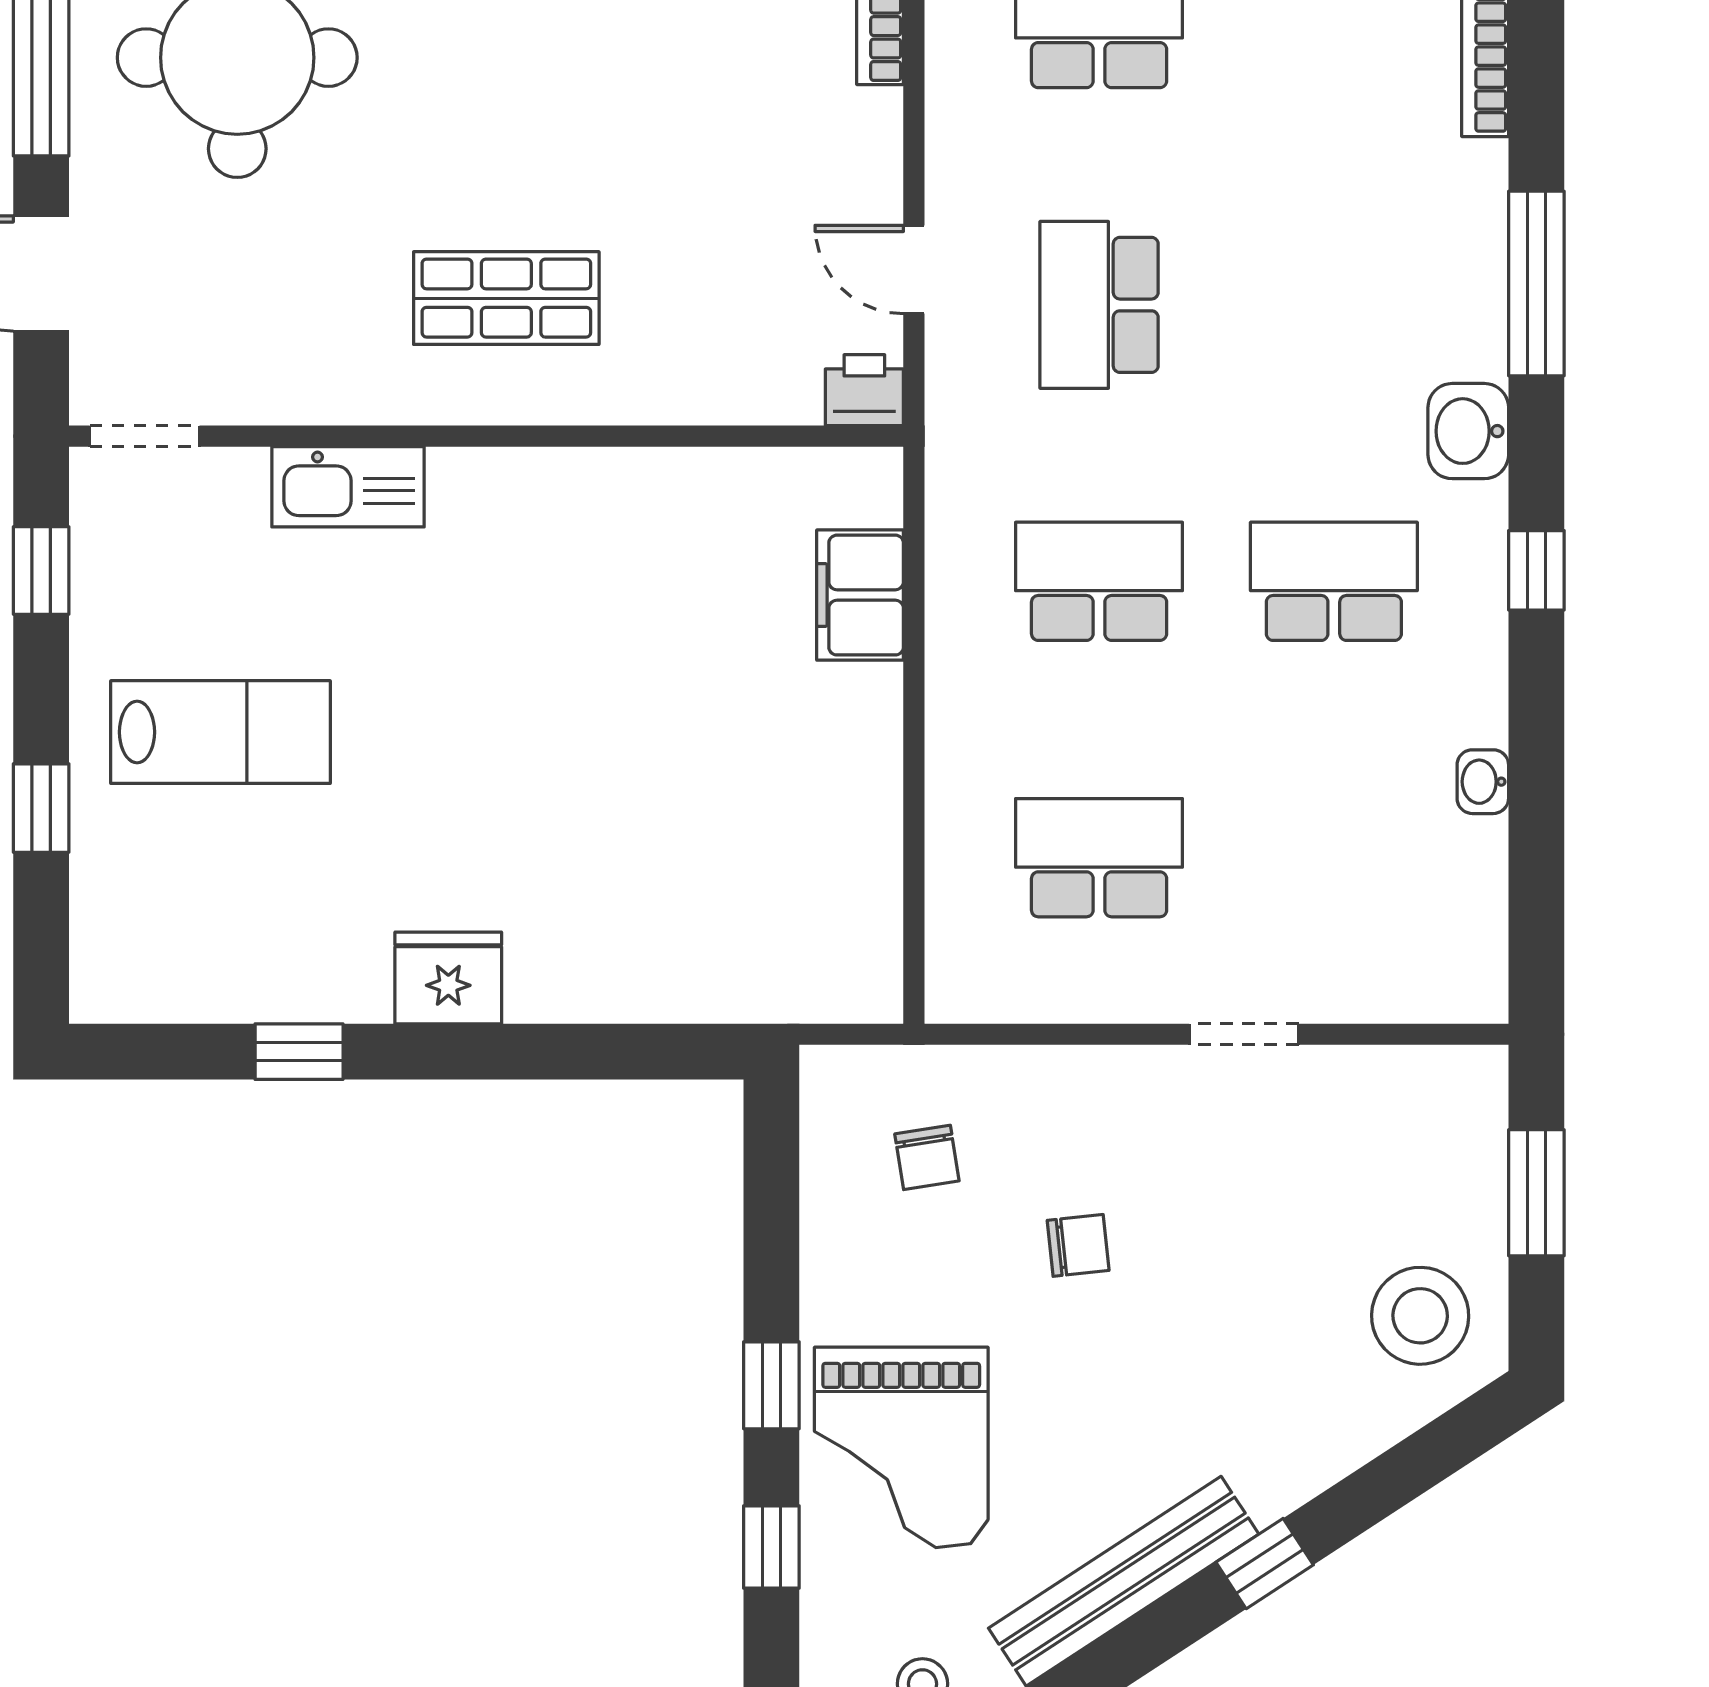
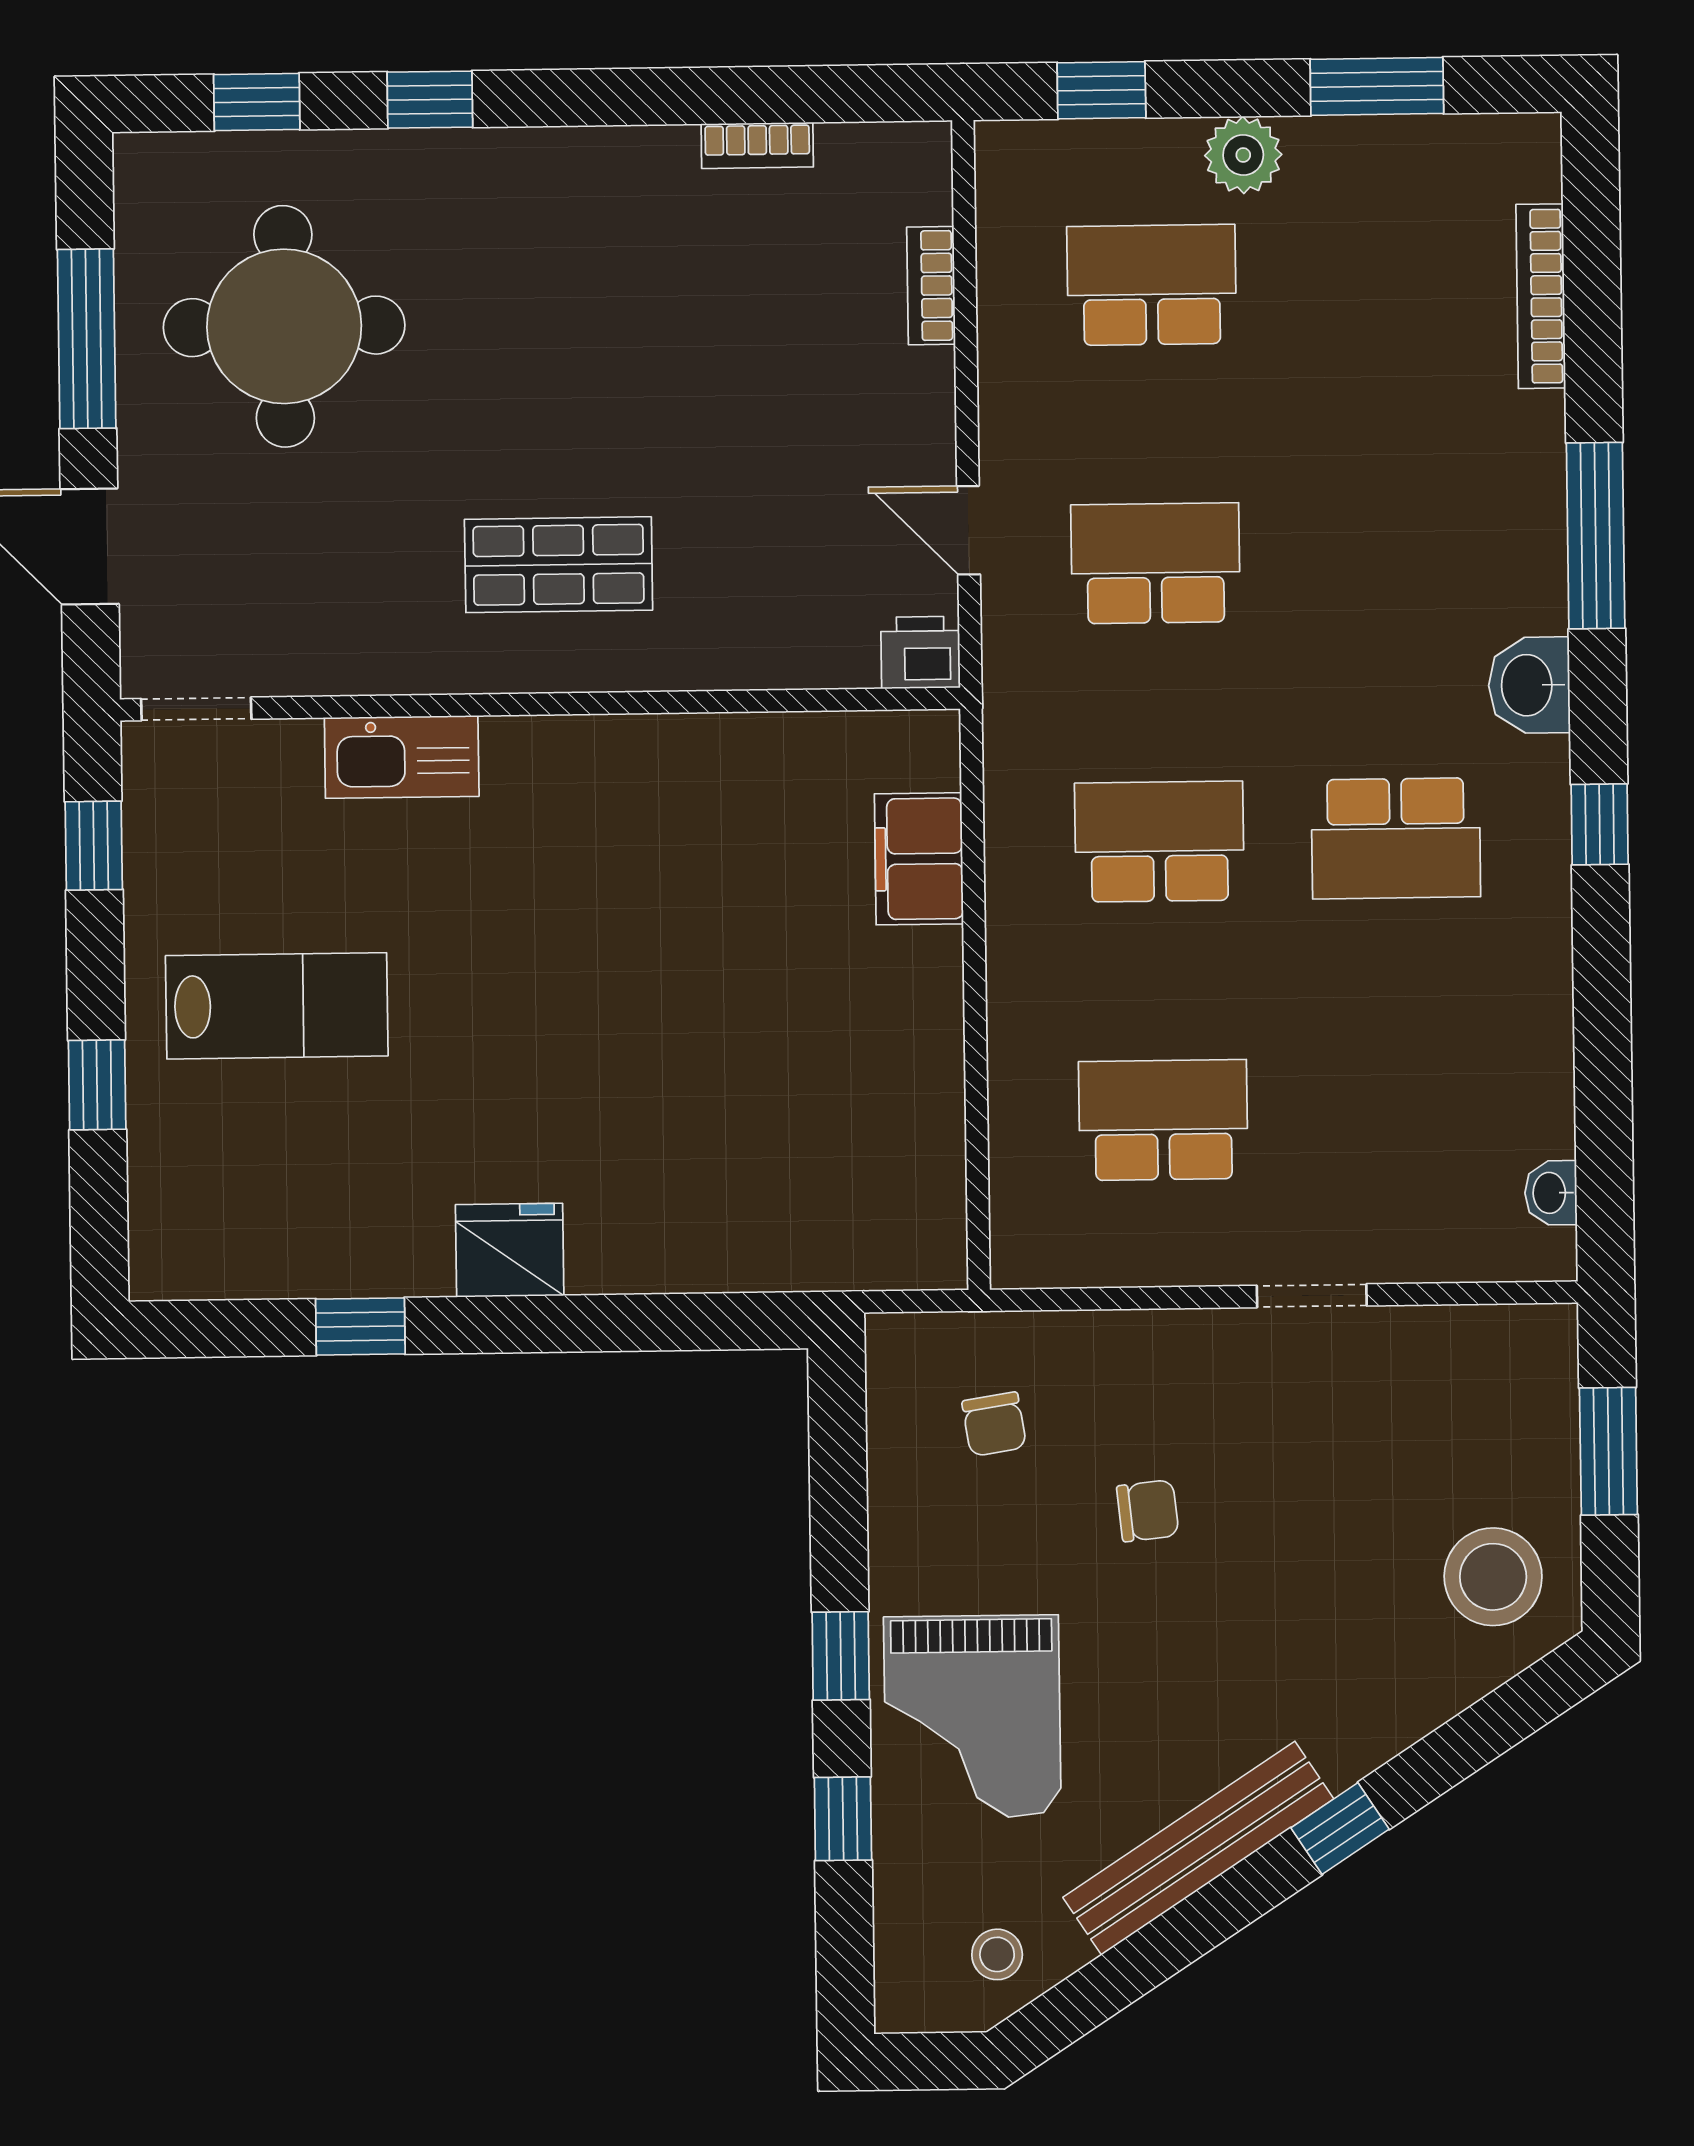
school desk: (1099, 305) -> (1155, 563), turned 90
school desk: (1334, 581) -> (1396, 838), turned 180
washbasin: (1483, 782) -> (1551, 1193), moved

